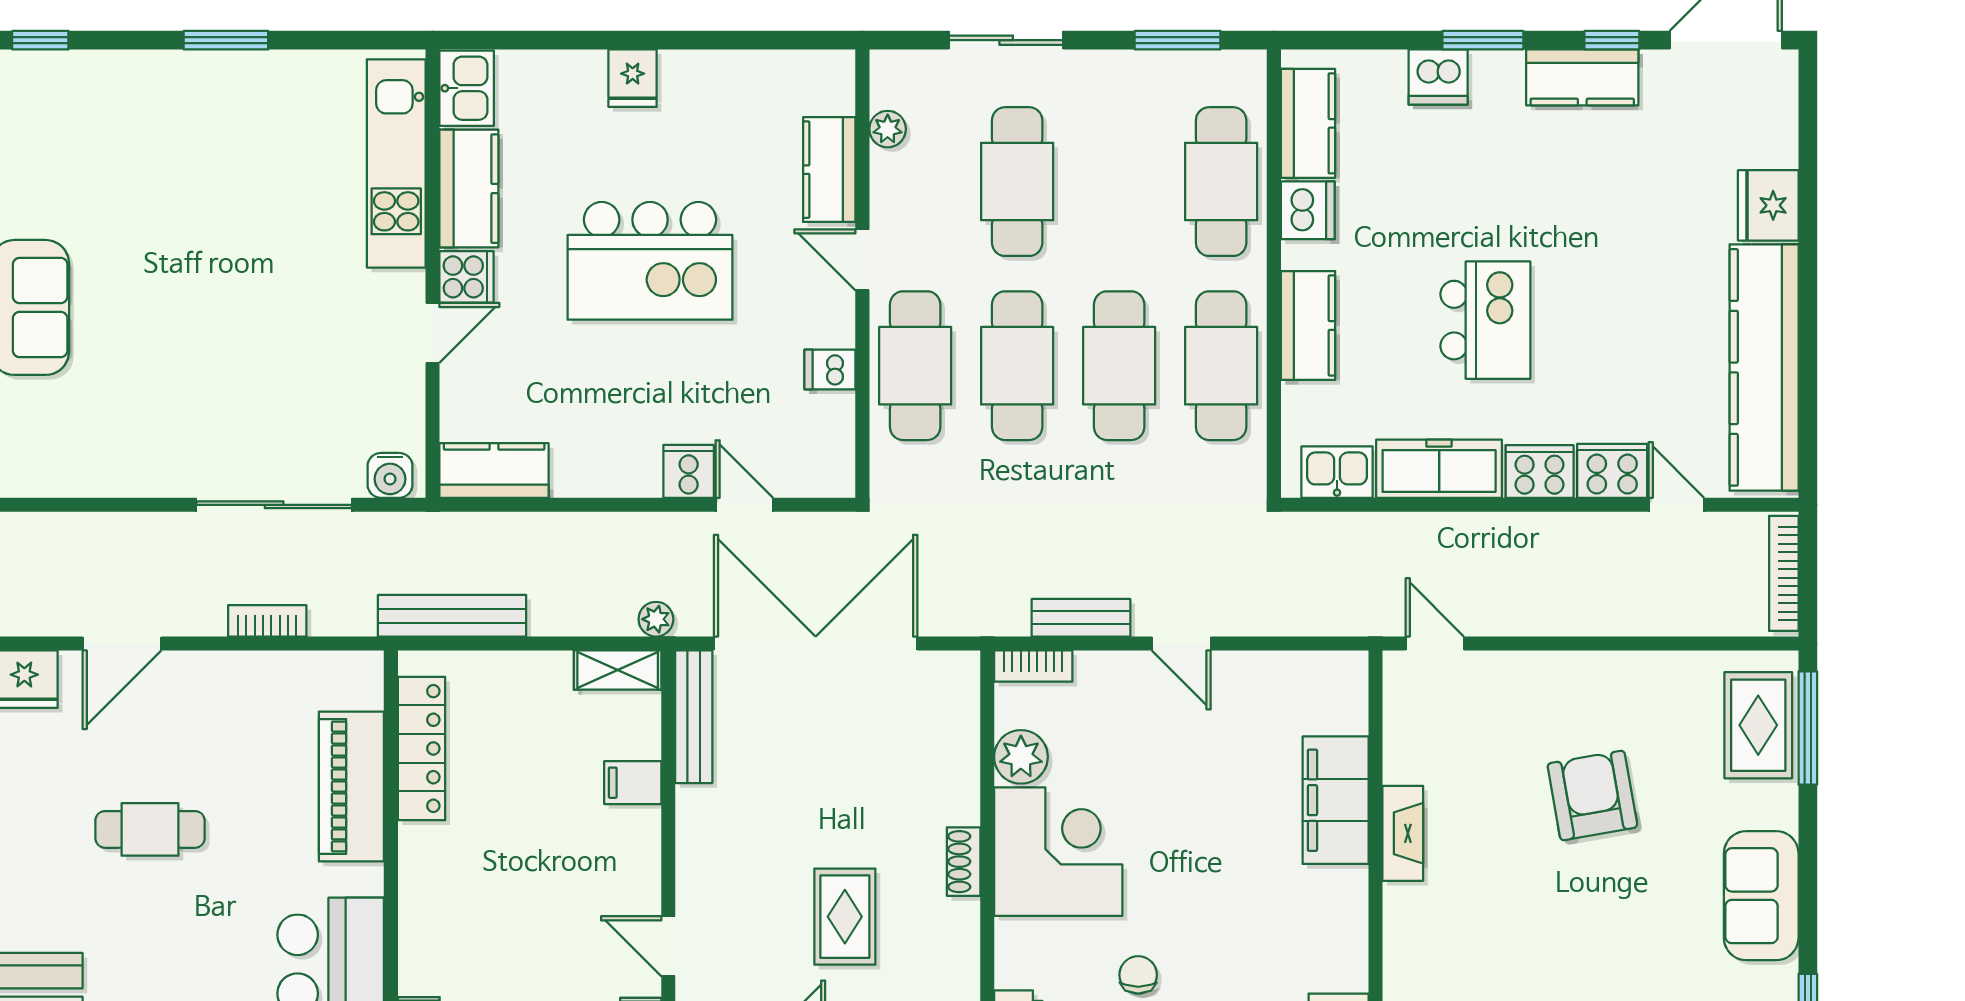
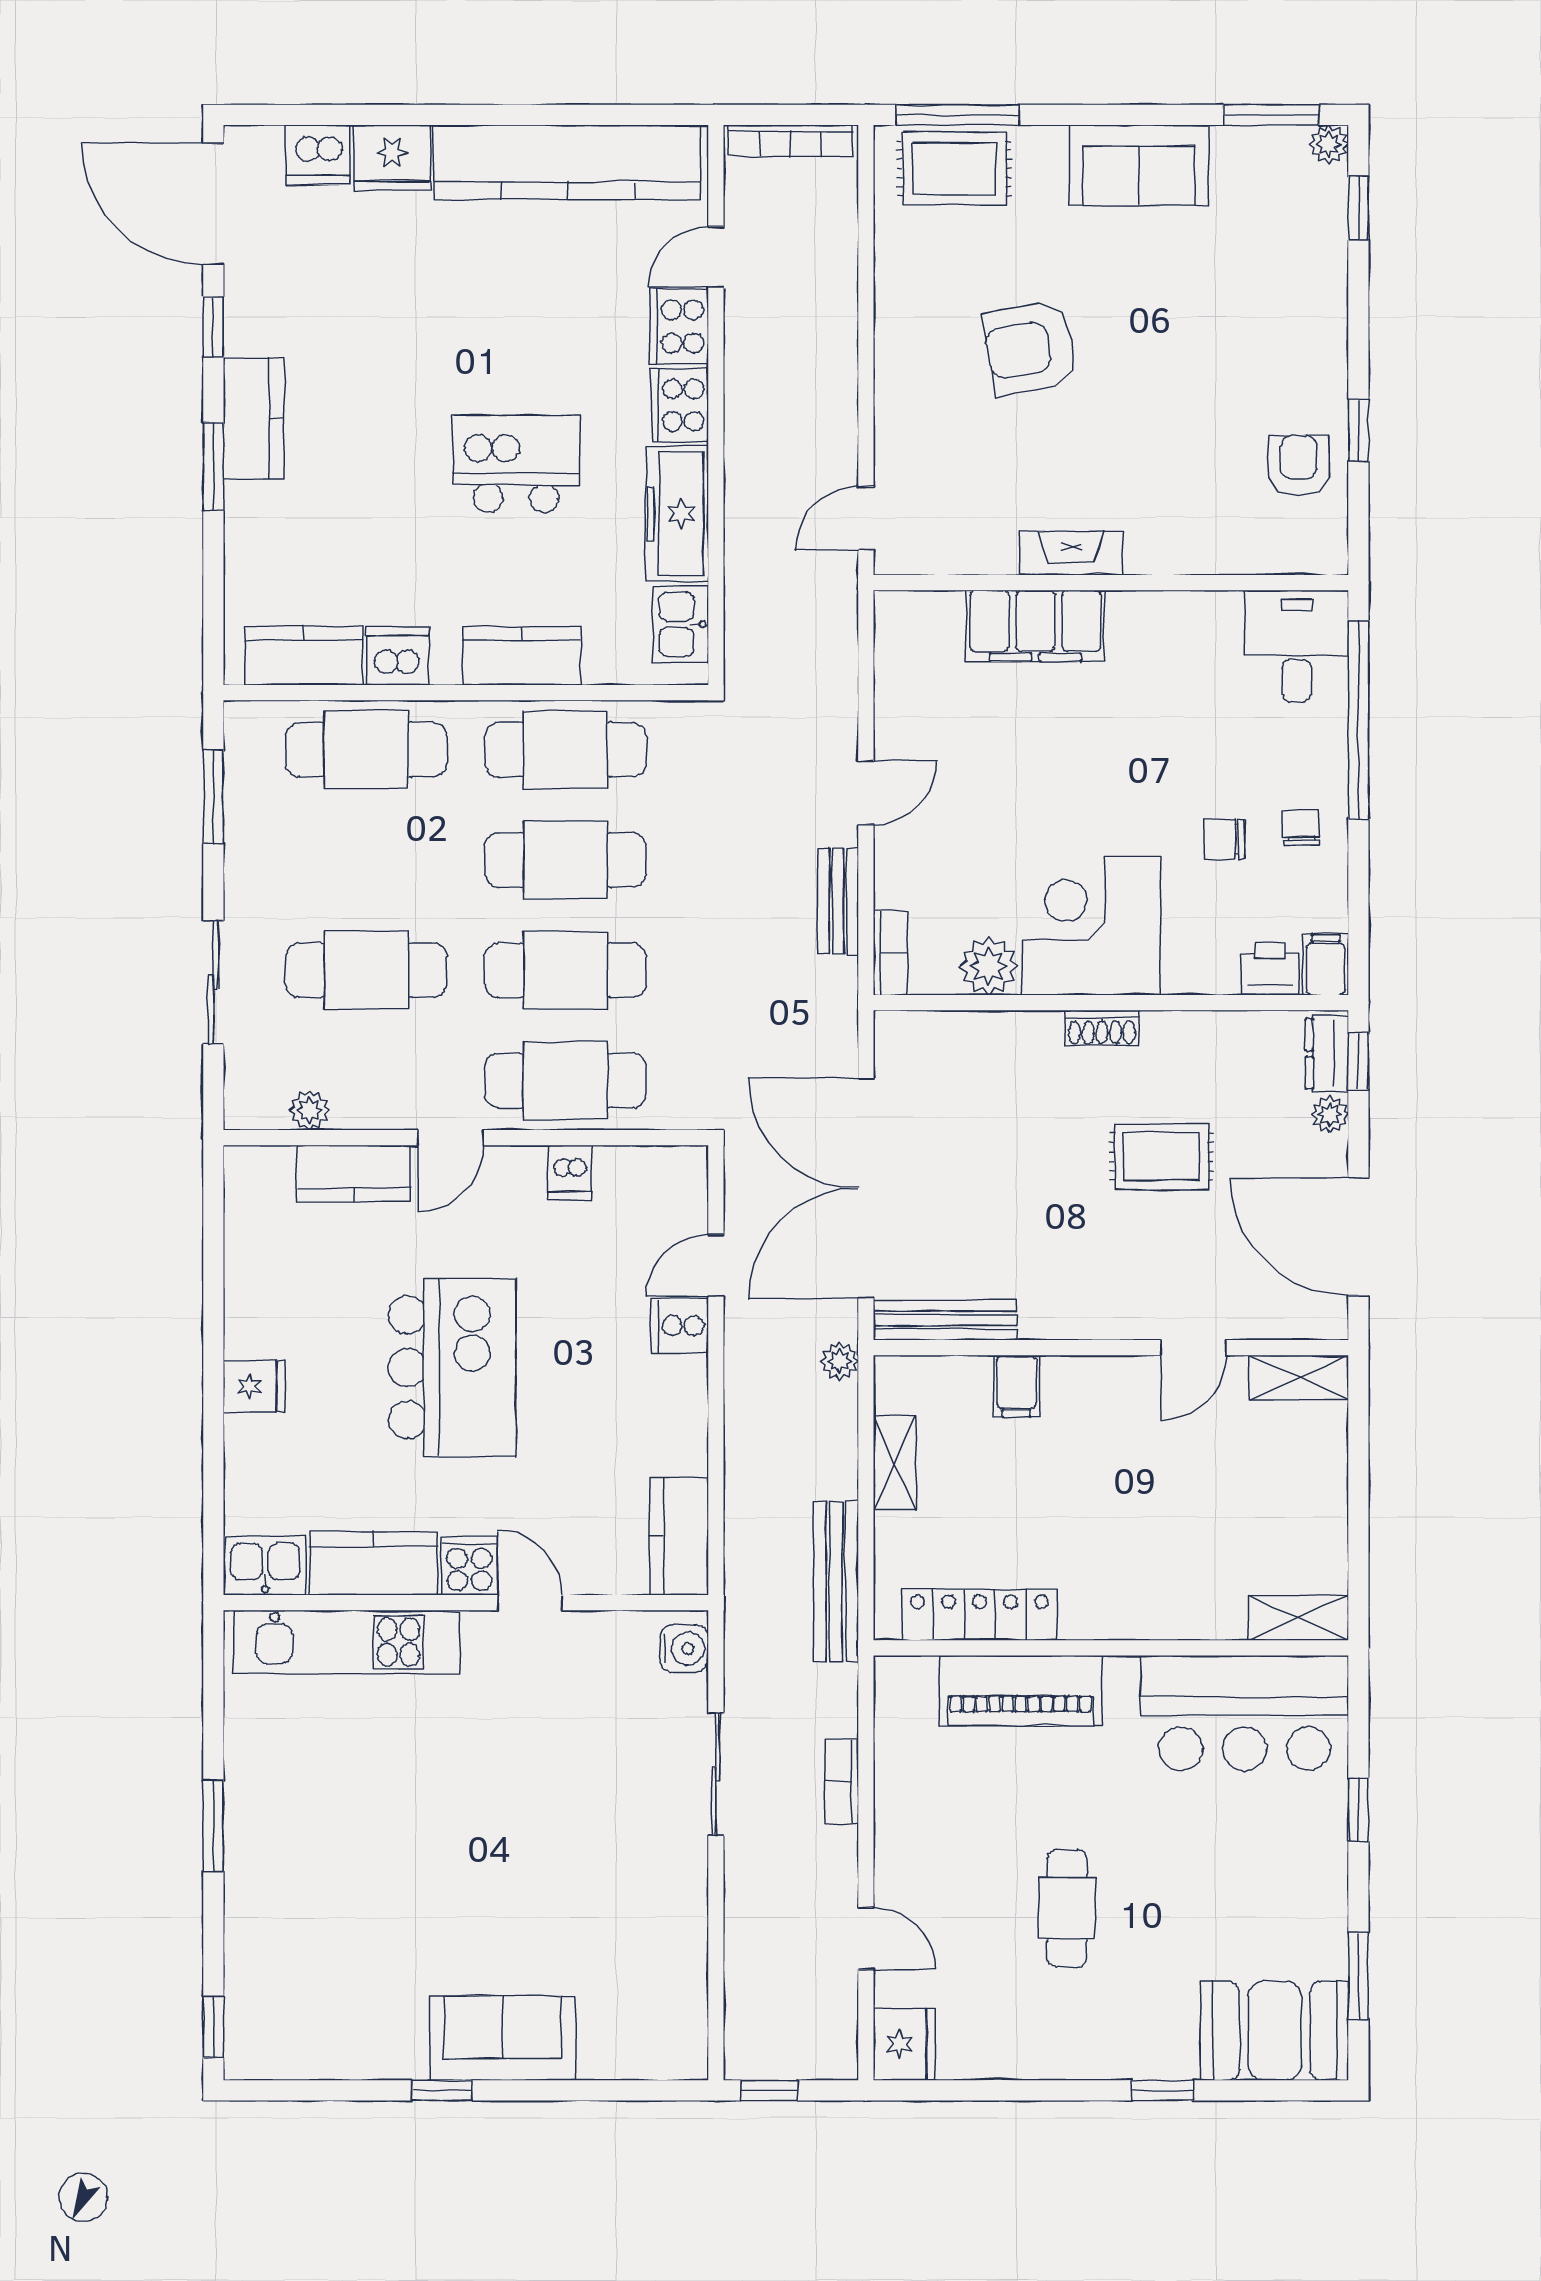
dishwasher: (1438, 77) -> (318, 155), moved, turned 90
kitchen counter: (1582, 77) -> (254, 418), moved
sliding door: (274, 505) -> (716, 1774), width x0.73
door: (122, 643) -> (866, 1939), width x0.73
shelving: (618, 670) -> (895, 1463), moved

